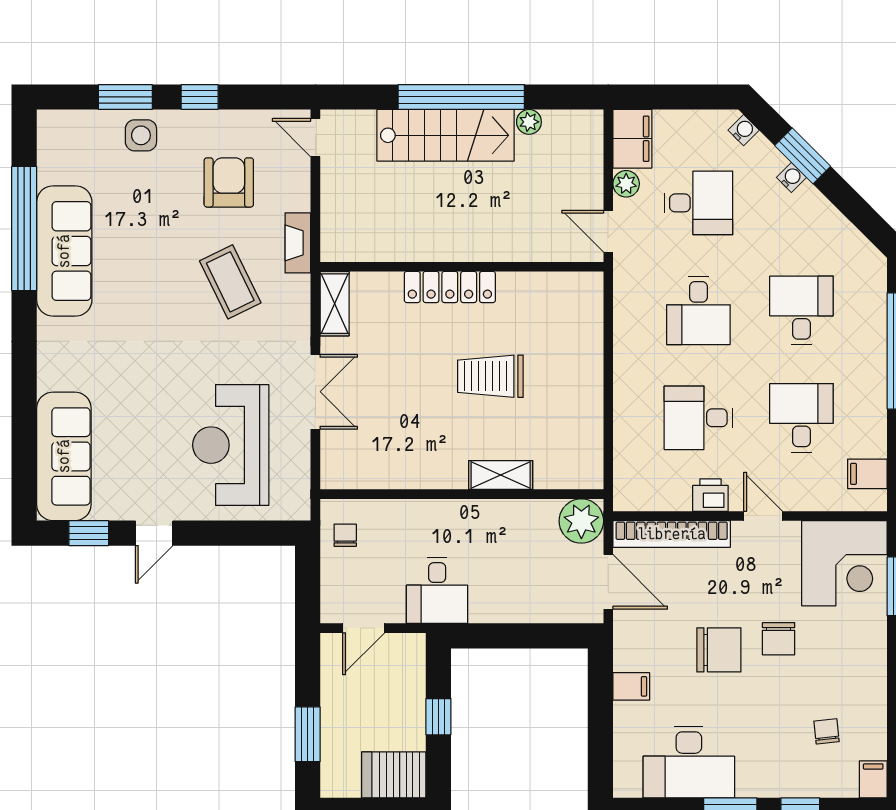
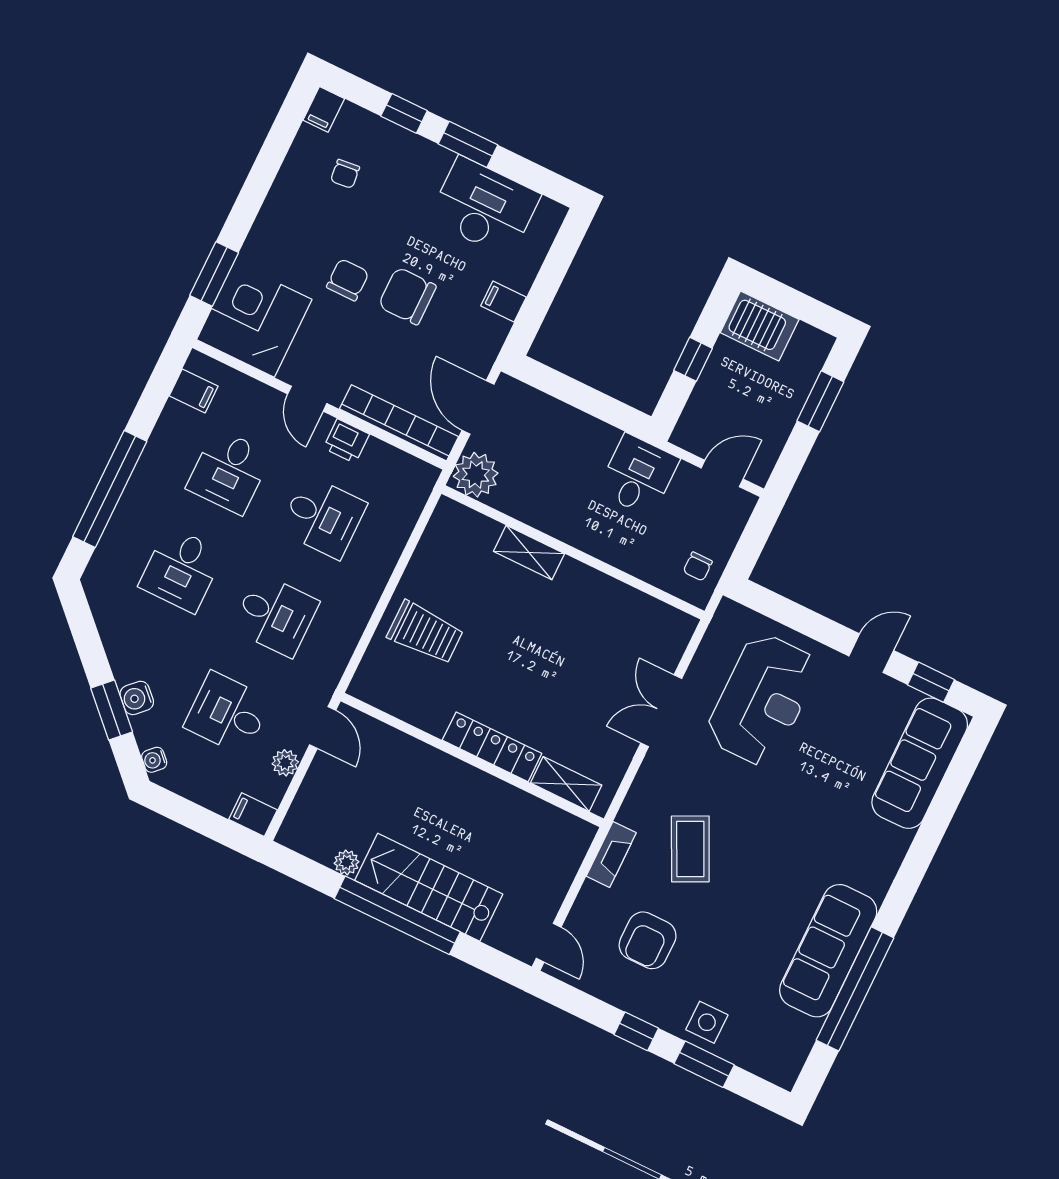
filing cabinet: (632, 139) -> (253, 815), width x0.50
water cooler: (791, 177) -> (137, 698), width x1.38, depth x1.38
shelving: (335, 304) -> (566, 784), moved, turned 90
desk: (698, 310) -> (275, 615), turned 90
trolley: (490, 376) -> (425, 633), moved

